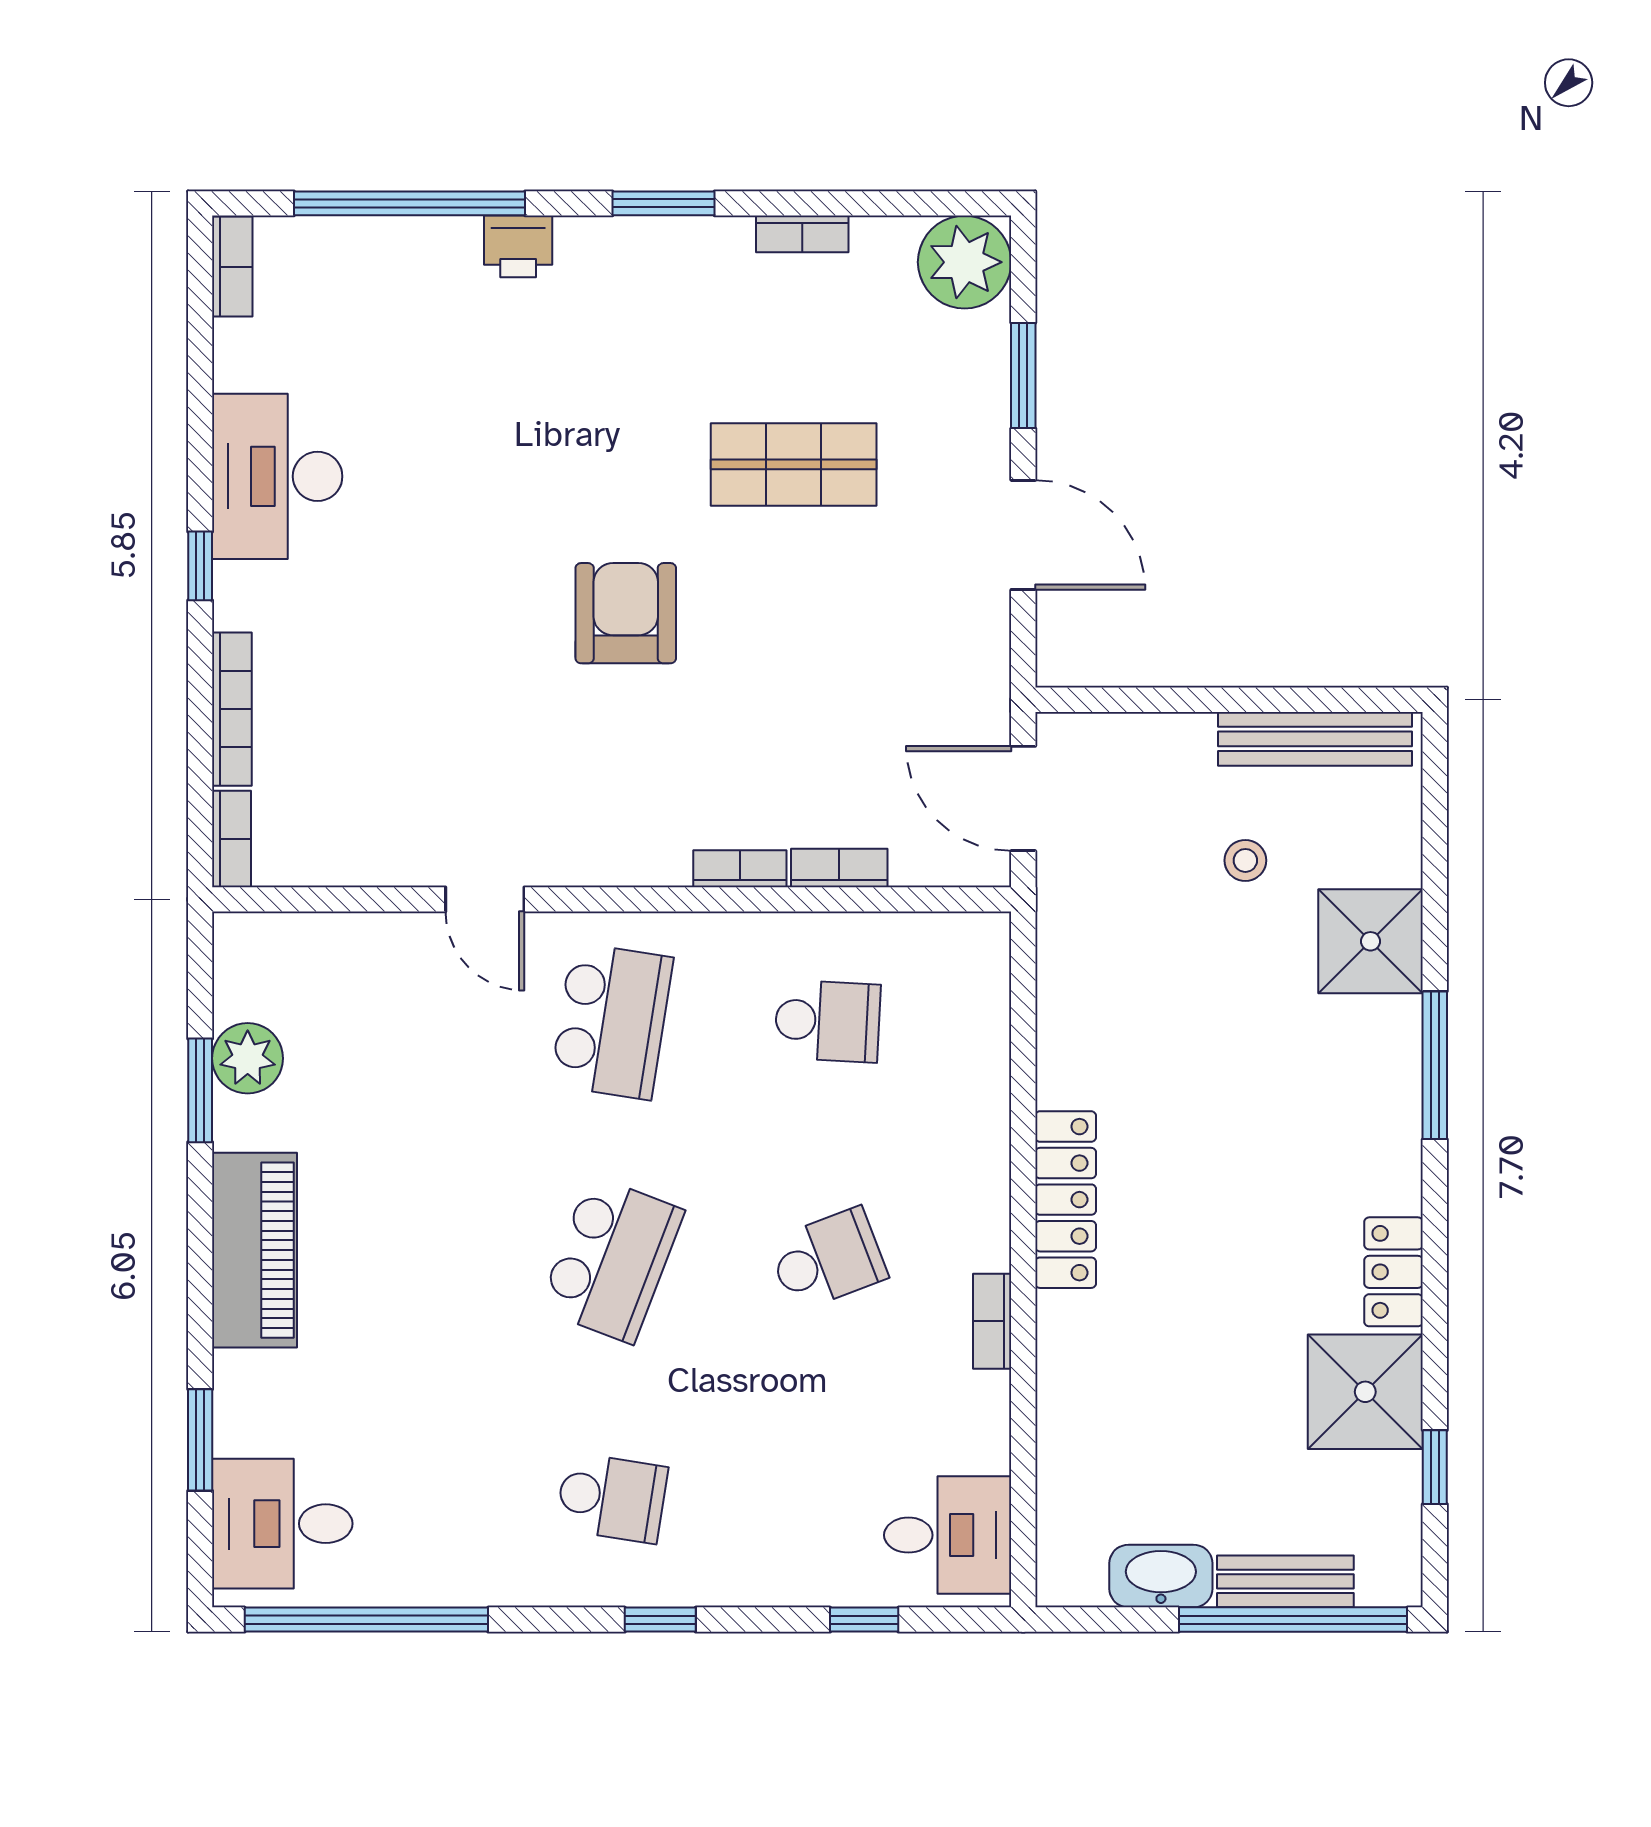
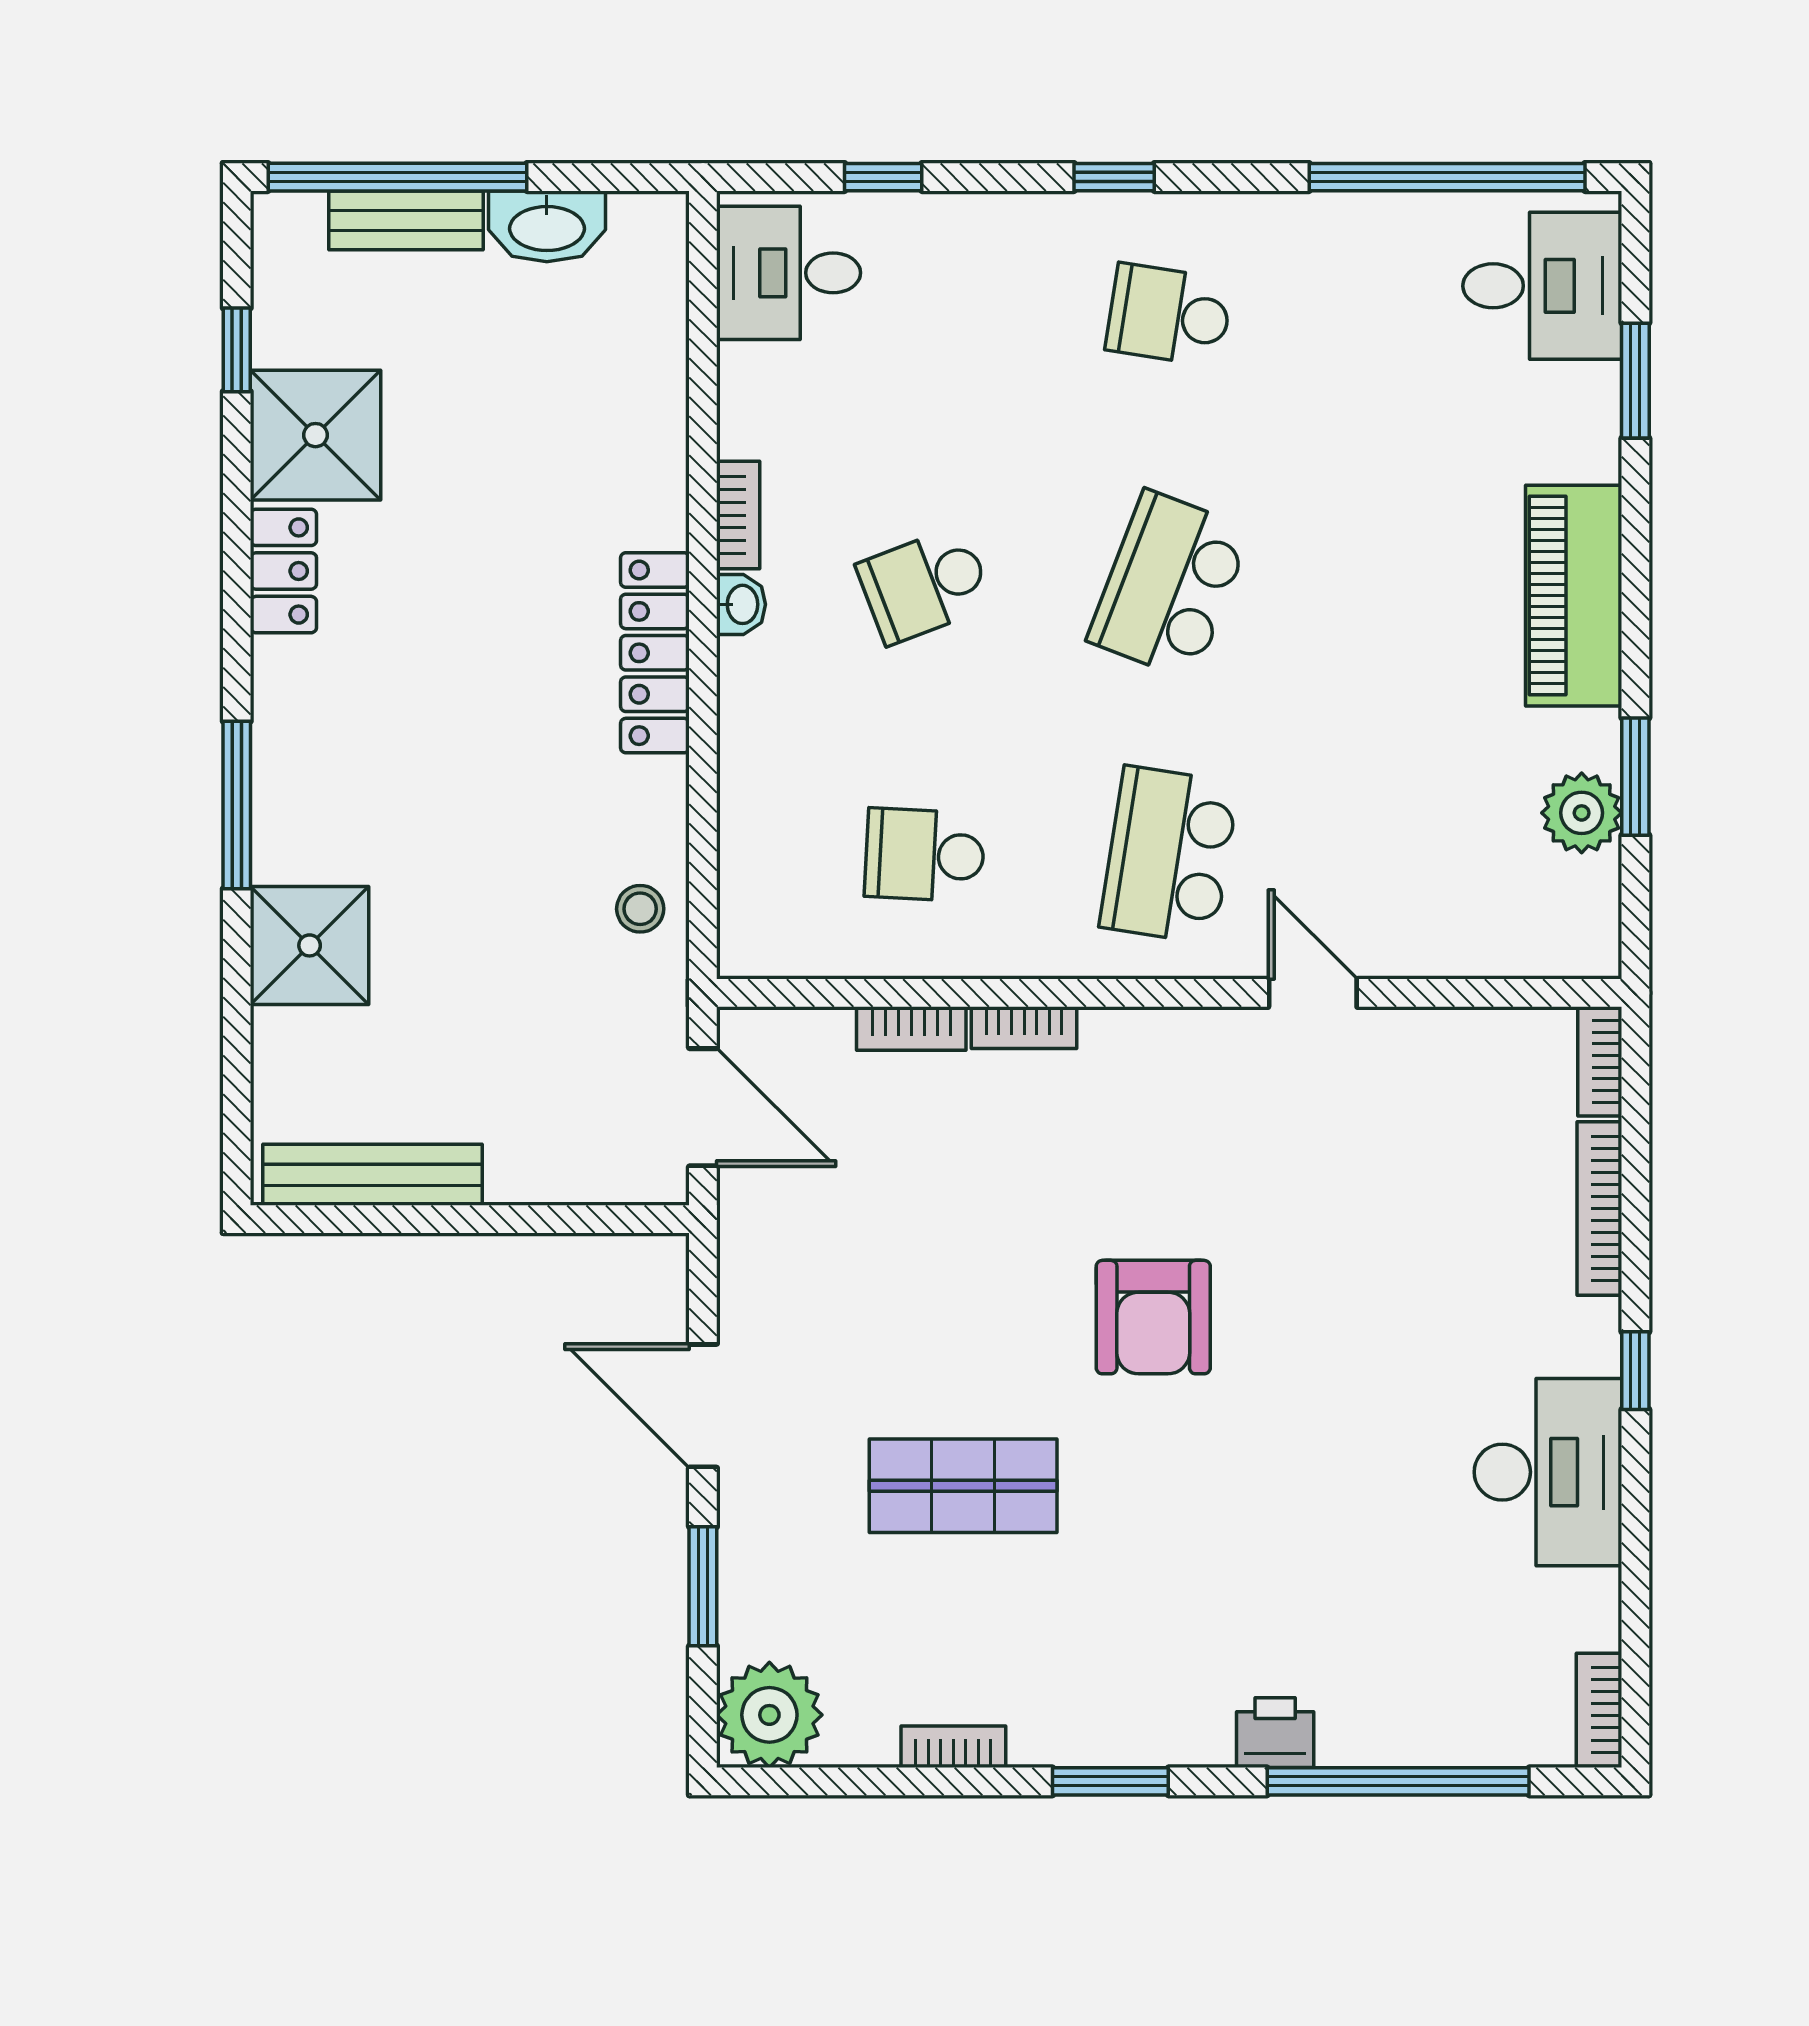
stool: (1245, 860) -> (640, 909), moved
washbasin: (990, 1242) -> (741, 604), added

